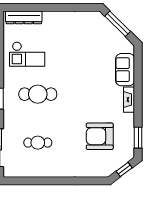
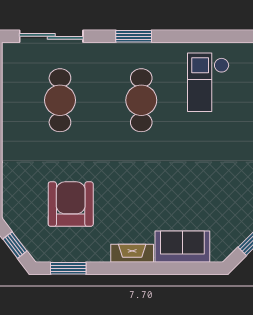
cafe table: (38, 143) -> (60, 100), width x1.37, depth x1.35

